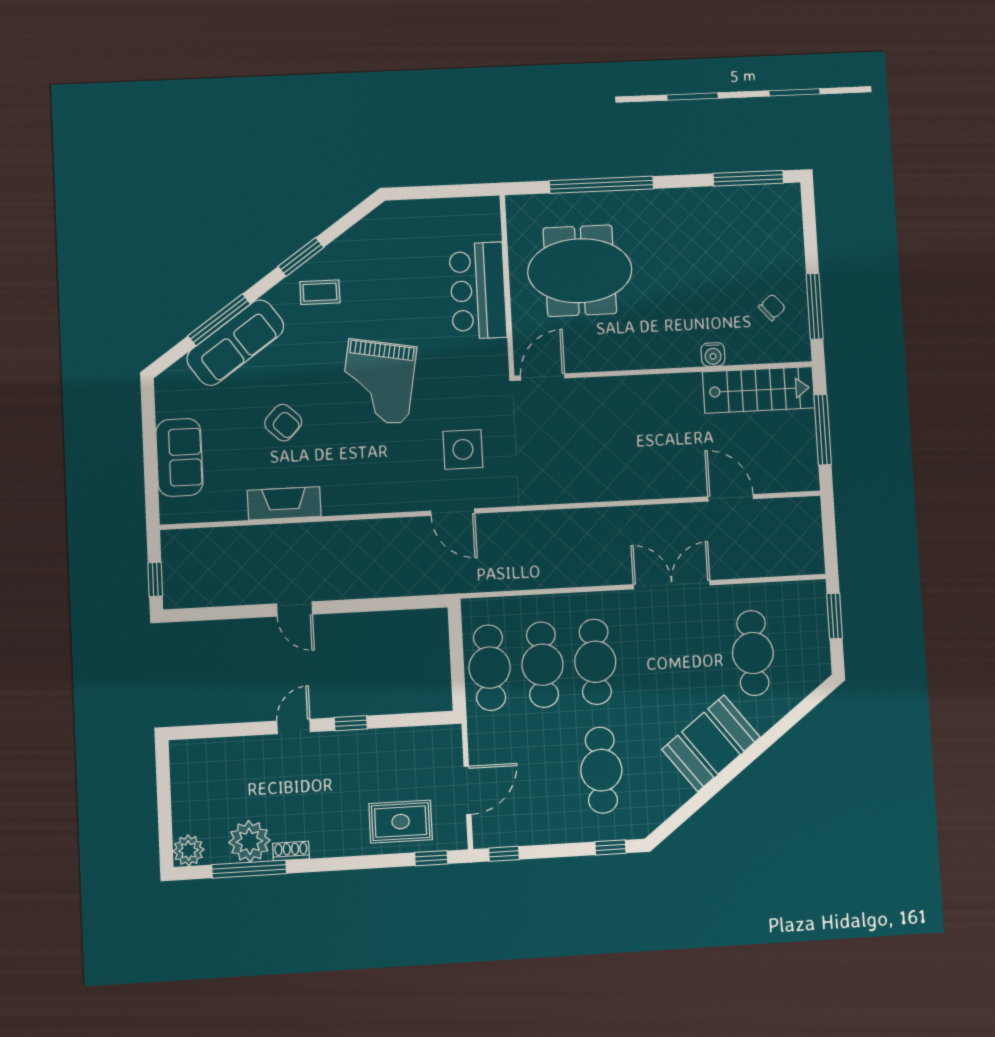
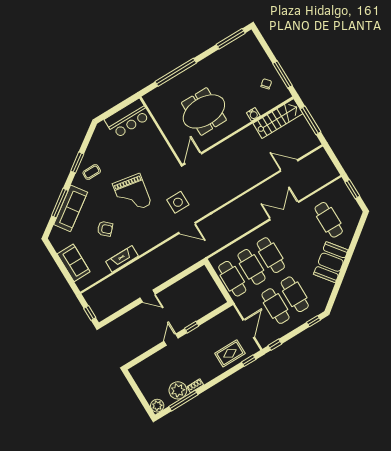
meeting table: (580, 271) -> (204, 111), moved
bar counter: (478, 291) -> (128, 118), moved, turned -90
cafe table: (548, 773) -> (275, 306), added

